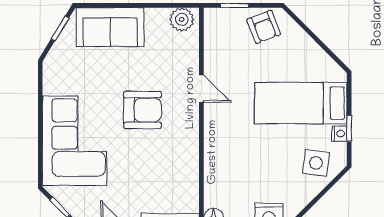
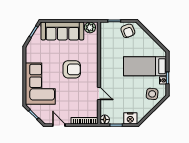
sofa: (110, 27) -> (62, 31), width x1.36
door: (201, 89) -> (99, 93), moved

